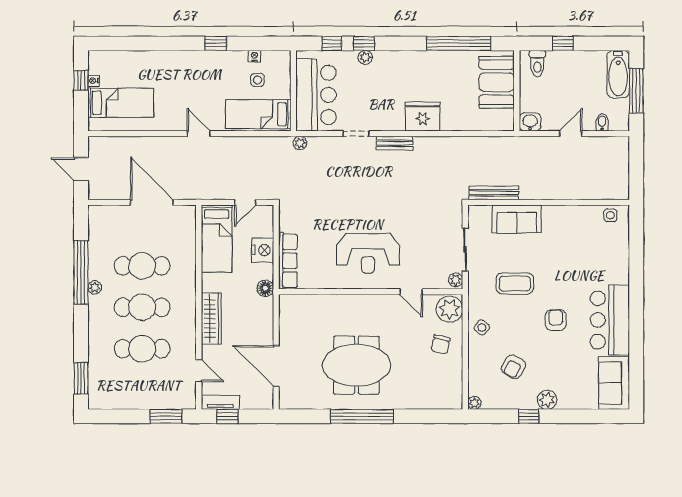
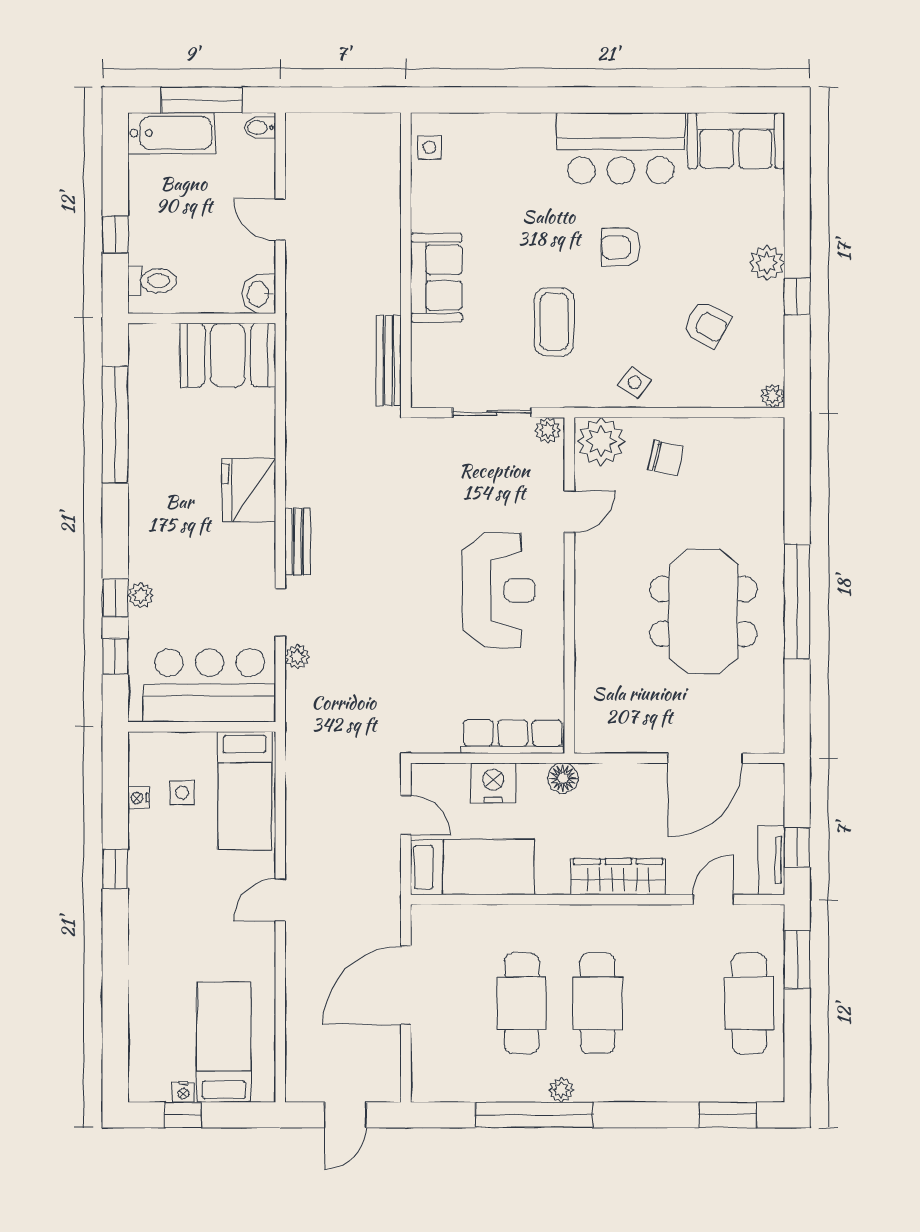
booth: (497, 82) -> (228, 355), moved
bidet: (602, 122) -> (260, 128), moved
plant: (300, 143) -> (297, 657), moved
sofa: (517, 219) -> (436, 278), moved
cafe table: (142, 349) -> (749, 1003), moved

